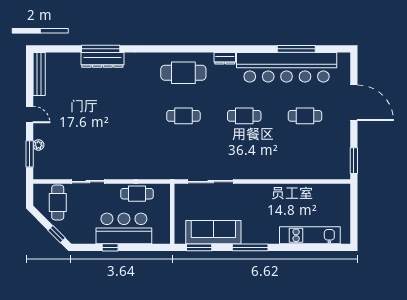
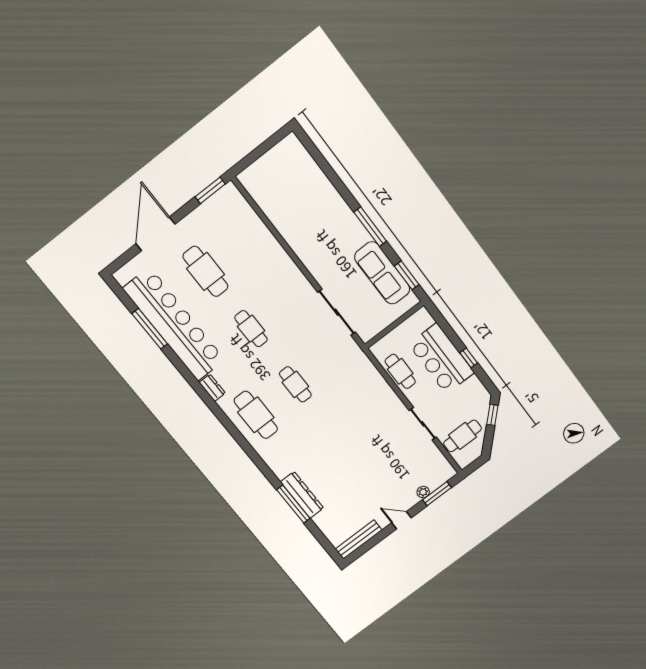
door: (30, 114) -> (401, 520), hinge flipped
cafe table: (305, 116) -> (205, 271), width x1.37, depth x1.35
kitchen unit: (310, 235) -> (315, 177), removed

